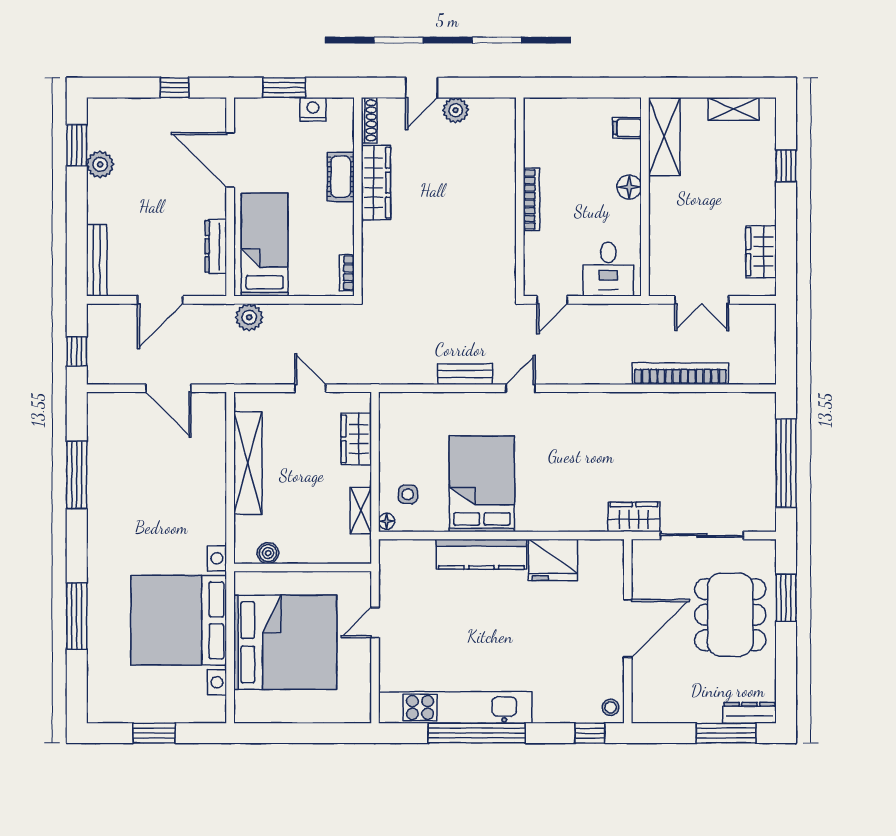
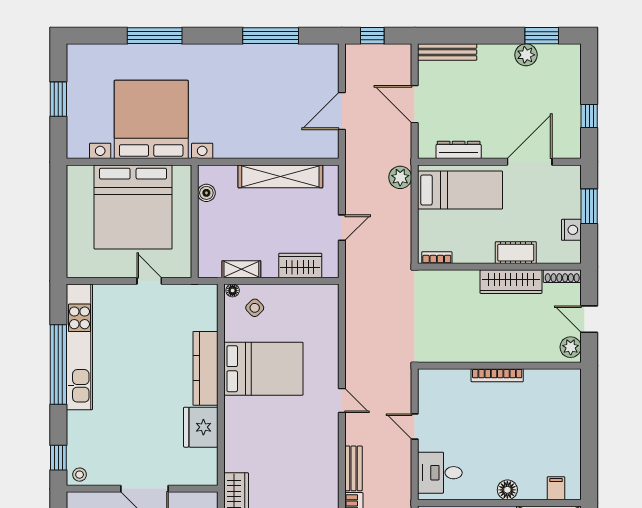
wall: (520, 197) -> (499, 366), moved
bookcase: (532, 199) -> (497, 375), moved
bench: (465, 374) -> (354, 468), moved
side table: (408, 494) -> (255, 308), turned 45

